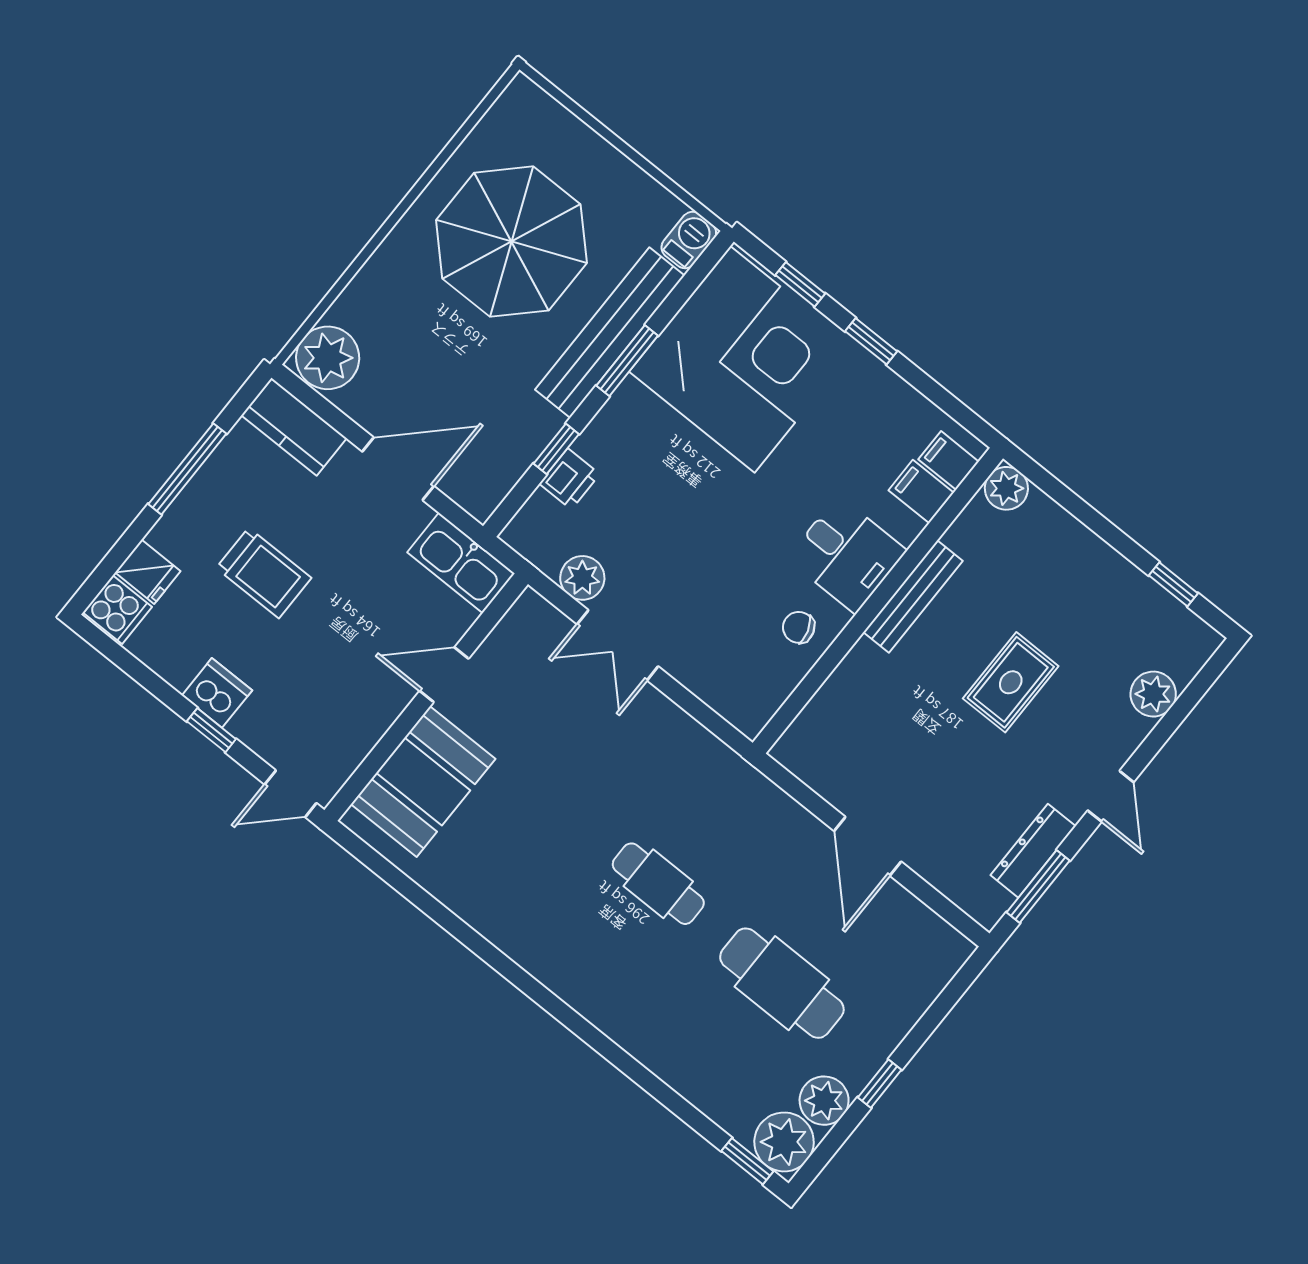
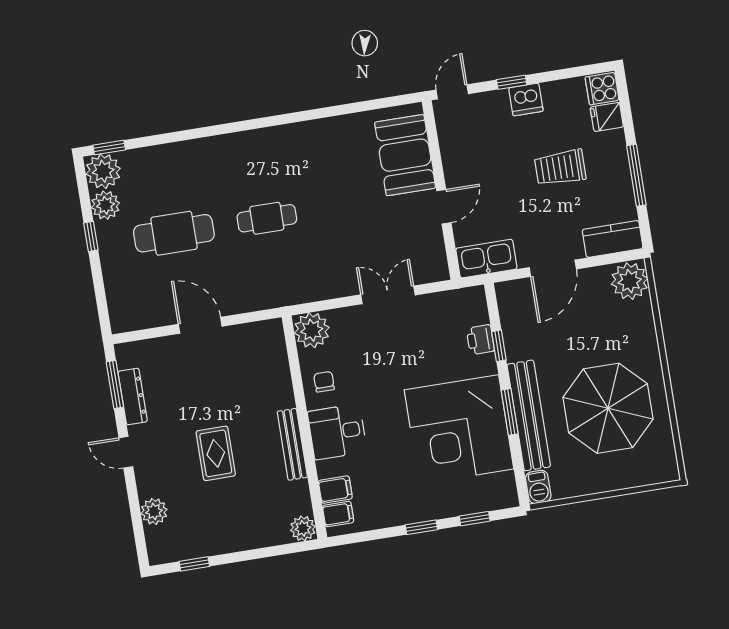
corner desk: (742, 359) -> (459, 429), moved
plant: (582, 578) -> (312, 330), moved, width x1.36, depth x1.36
chair: (799, 627) -> (324, 382), turned -72

